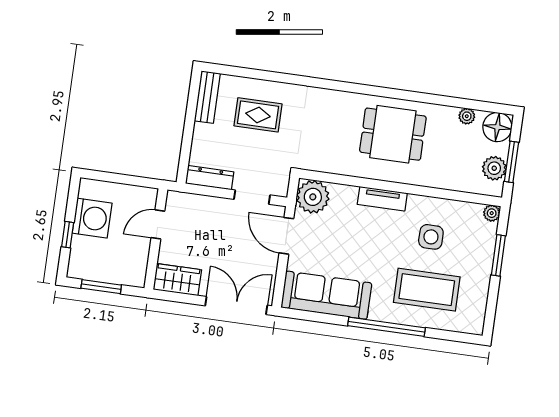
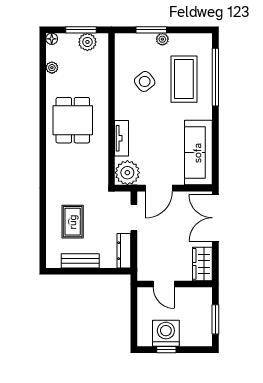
bench: (207, 97) -> (80, 261), moved
floor lamp: (497, 127) -> (52, 39), width x0.53, depth x0.53
tv unit: (382, 199) -> (121, 138), moved
plant: (492, 213) -> (162, 39), moved
window: (68, 235) -> (166, 350), moved
side table: (431, 237) -> (145, 81), turned -38
window: (387, 327) -> (215, 77), moved

